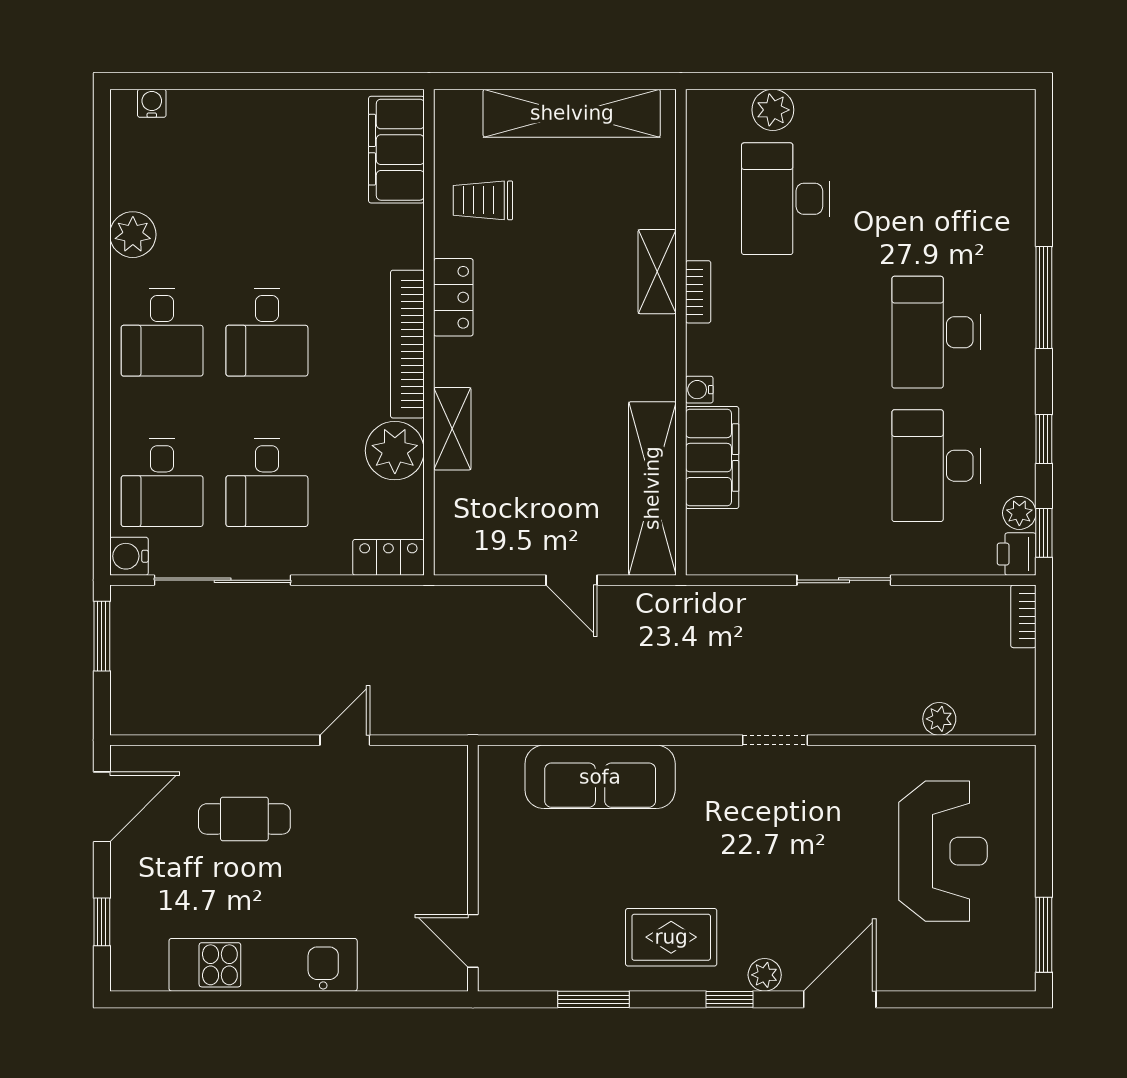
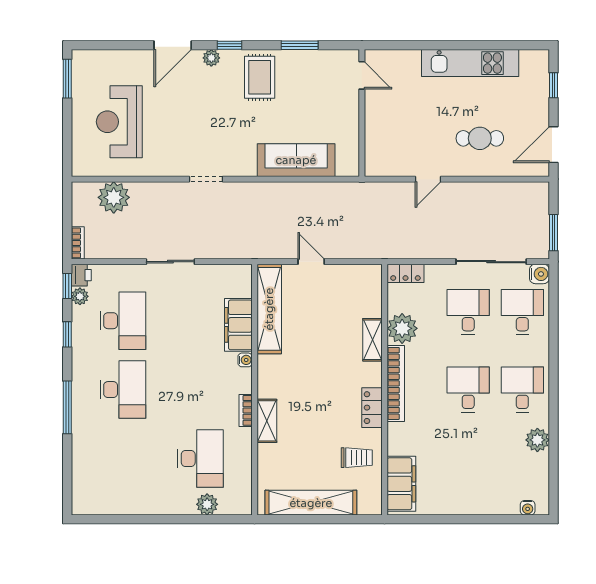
plant: (939, 719) -> (114, 197), width x1.87, depth x1.87
rug: (671, 937) -> (260, 77), turned 90

